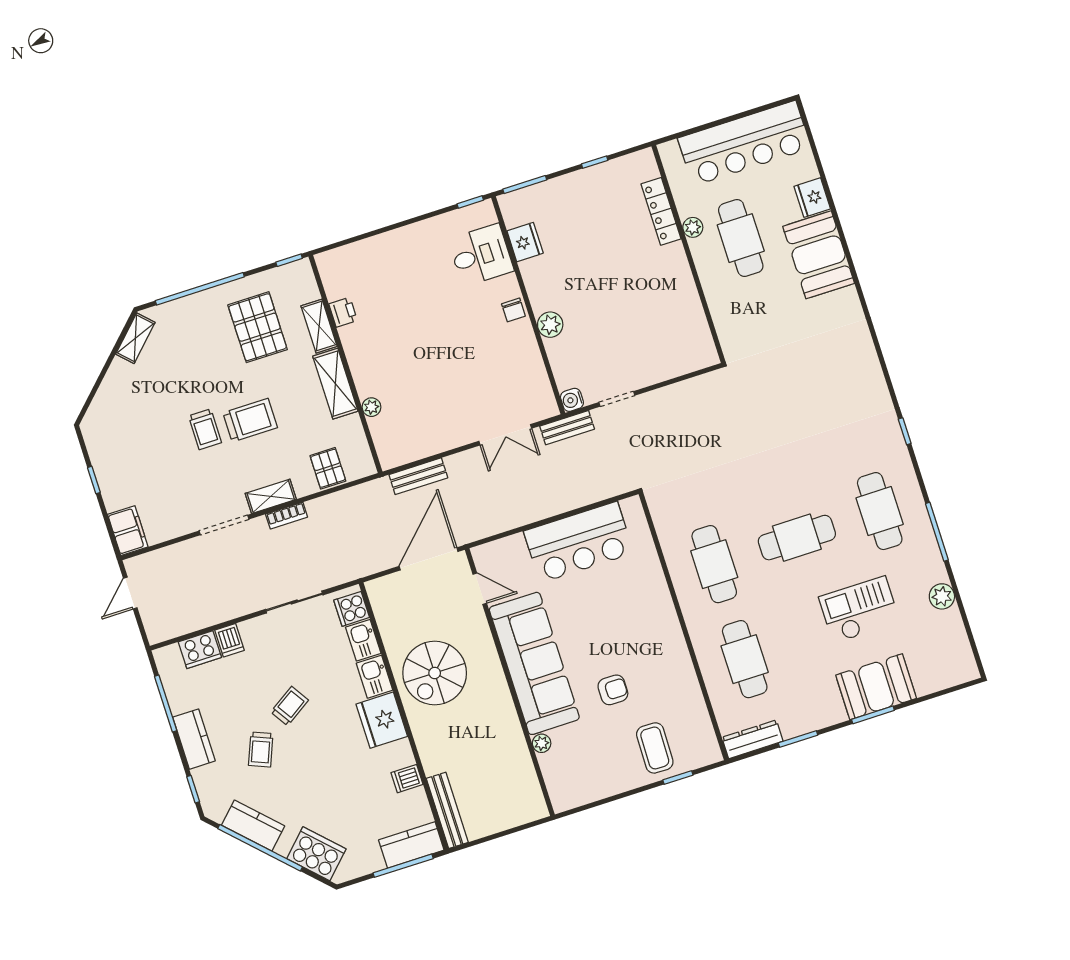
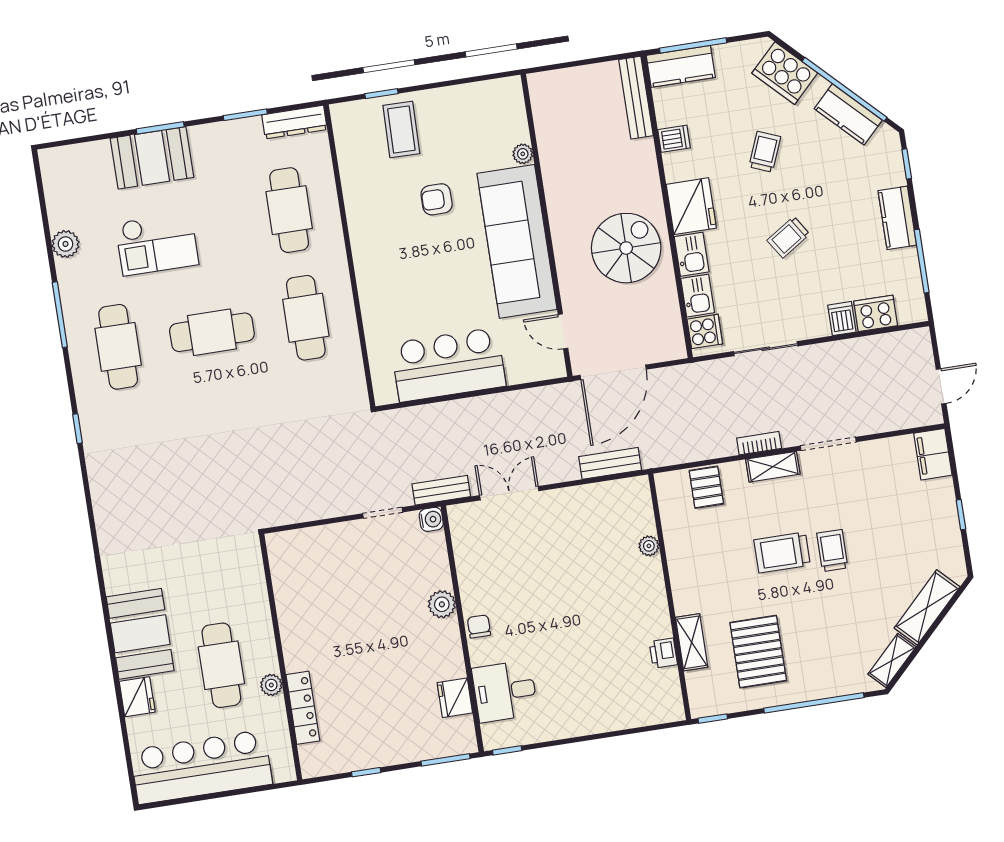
shelving: (335, 384) -> (927, 607), moved, turned 45
trolley: (261, 750) -> (765, 152), moved

